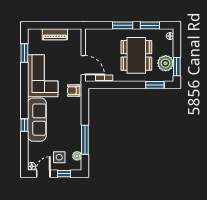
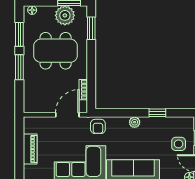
window: (85, 140) -> (157, 113), width x0.46
plant: (77, 156) -> (135, 122), moved

